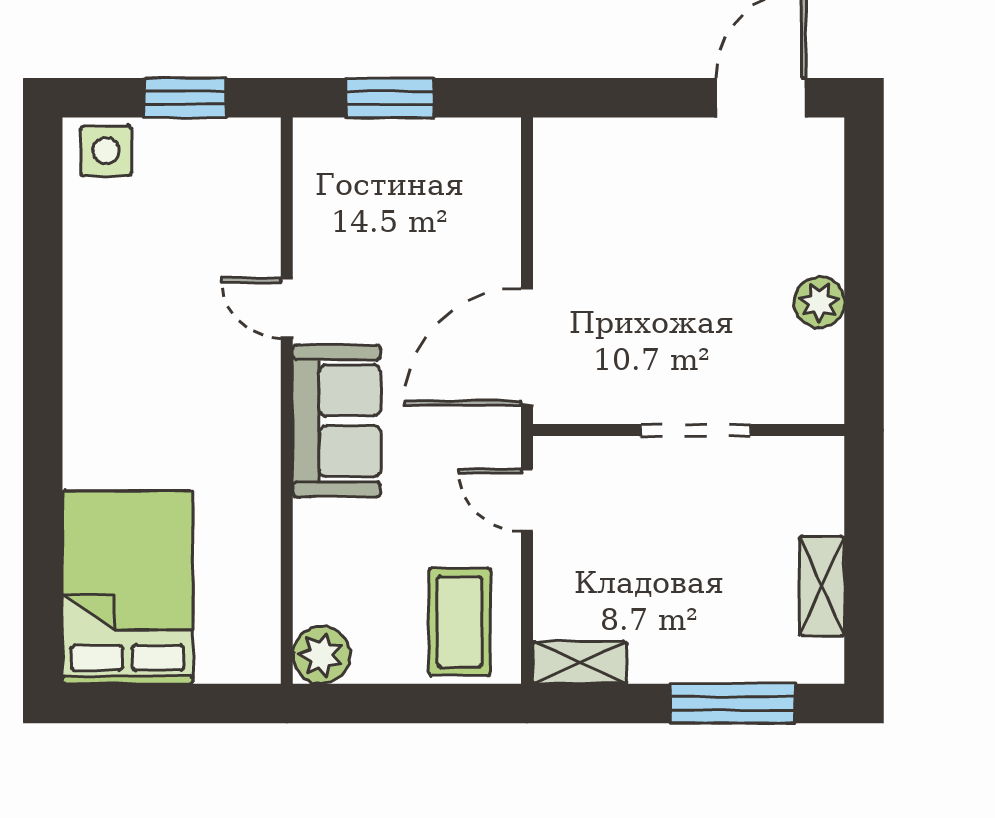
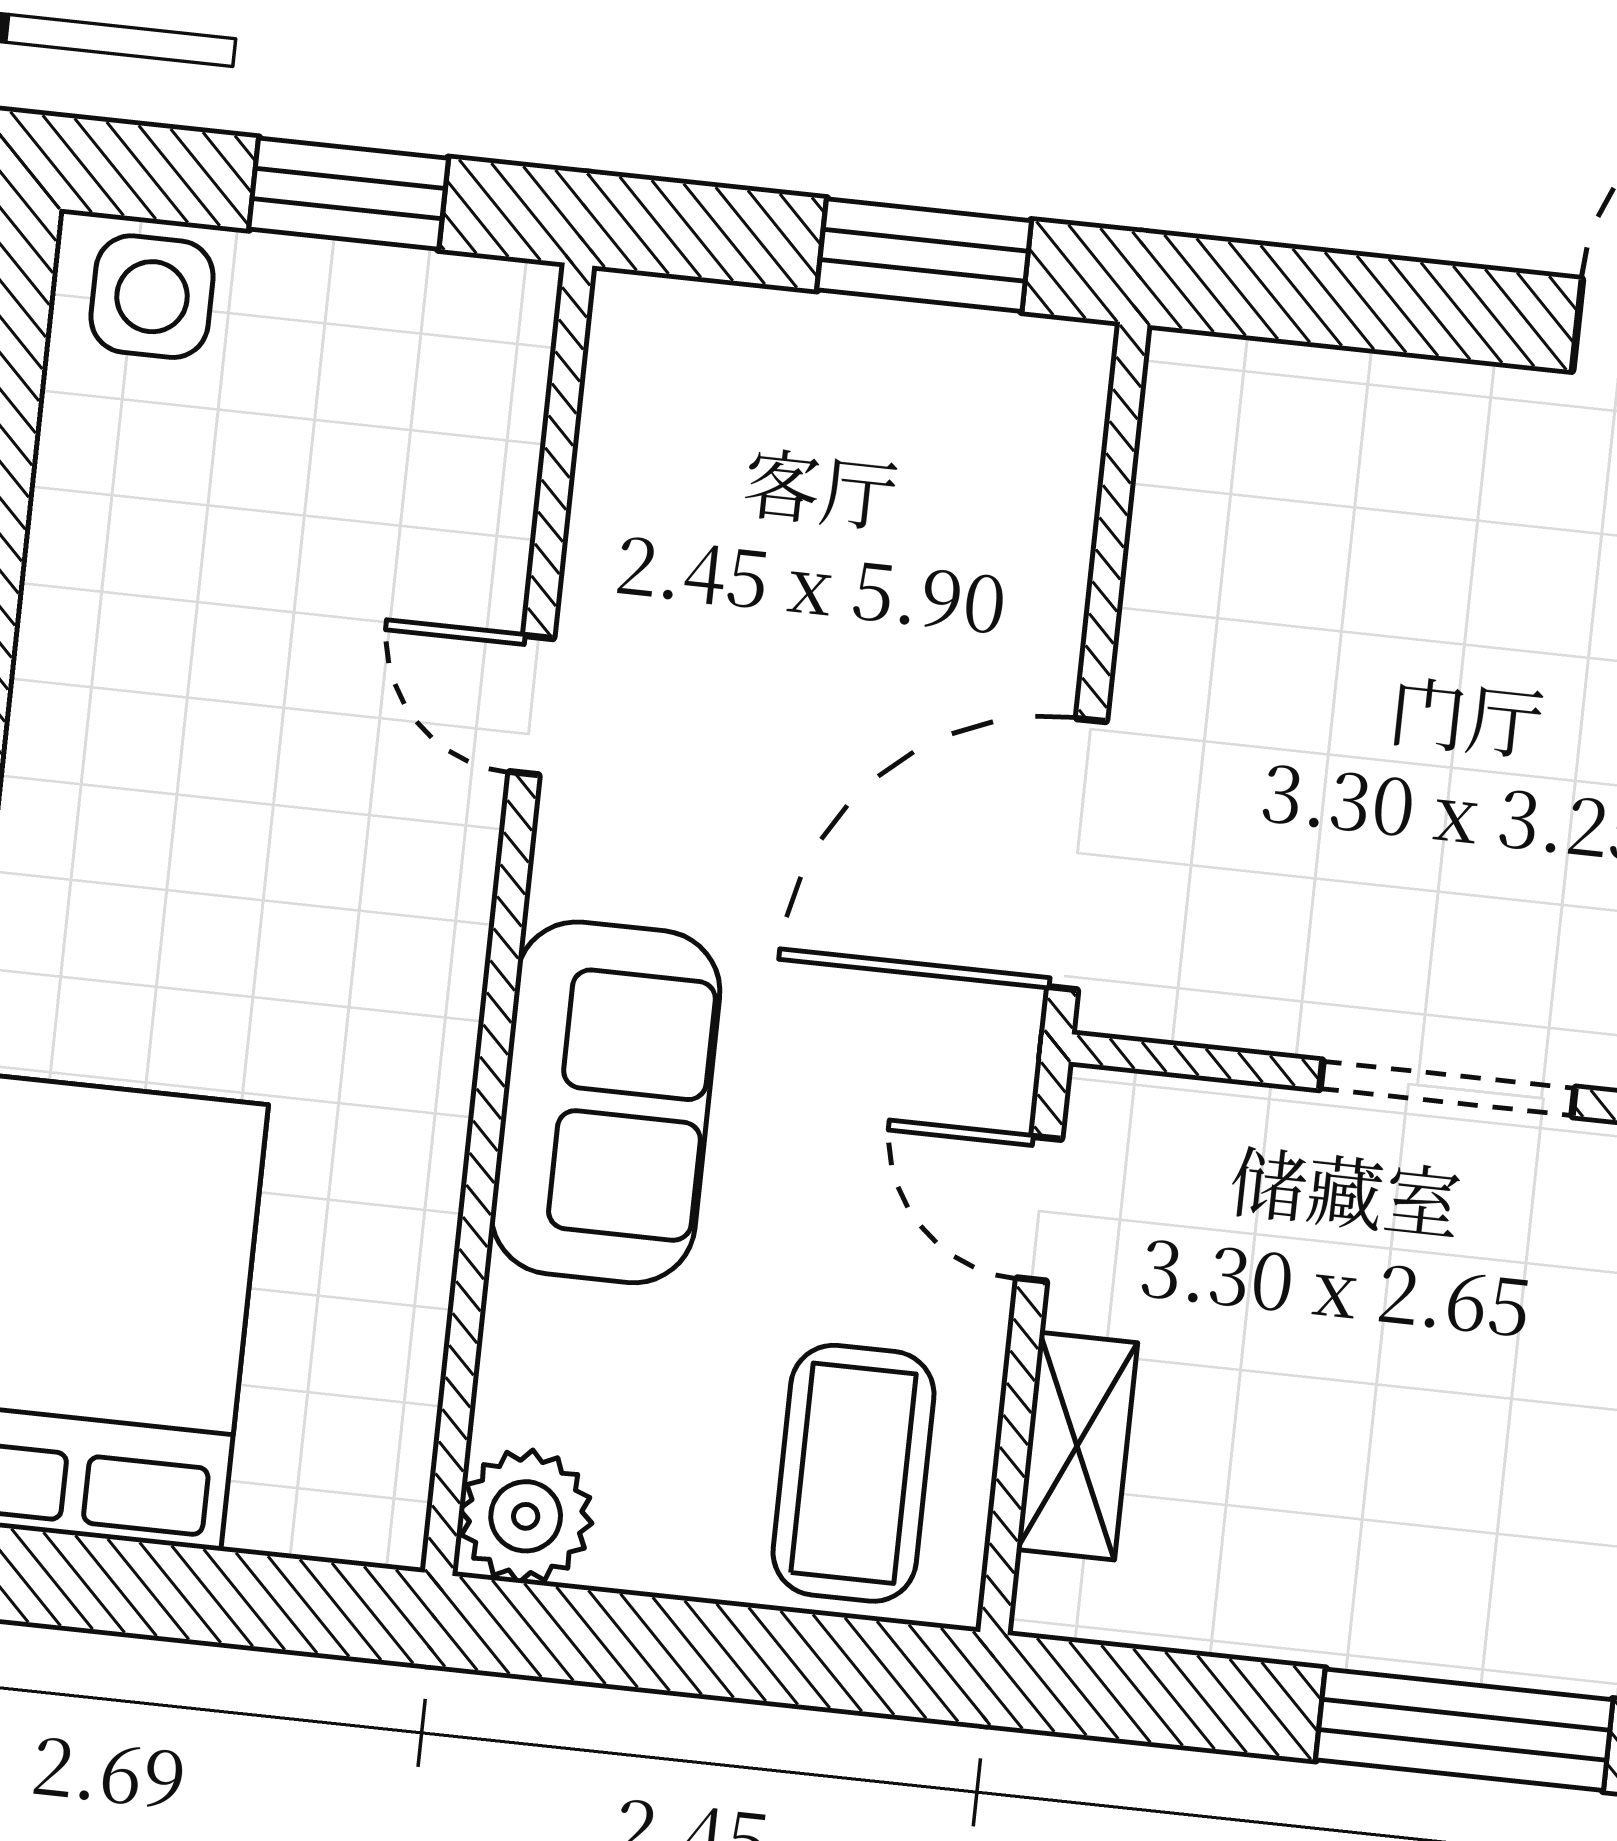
window: (390, 98) -> (924, 255), moved
sofa: (337, 421) -> (605, 1102), moved
shelving: (580, 663) -> (1077, 1446), moved, turned 90

